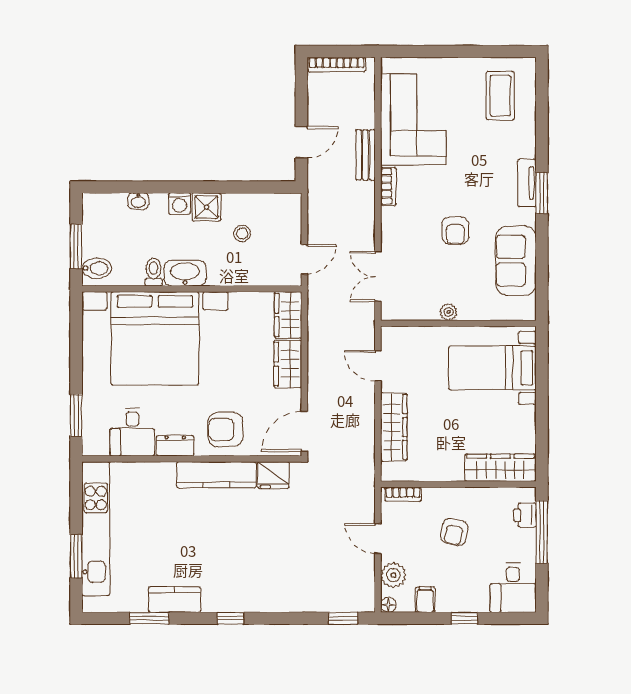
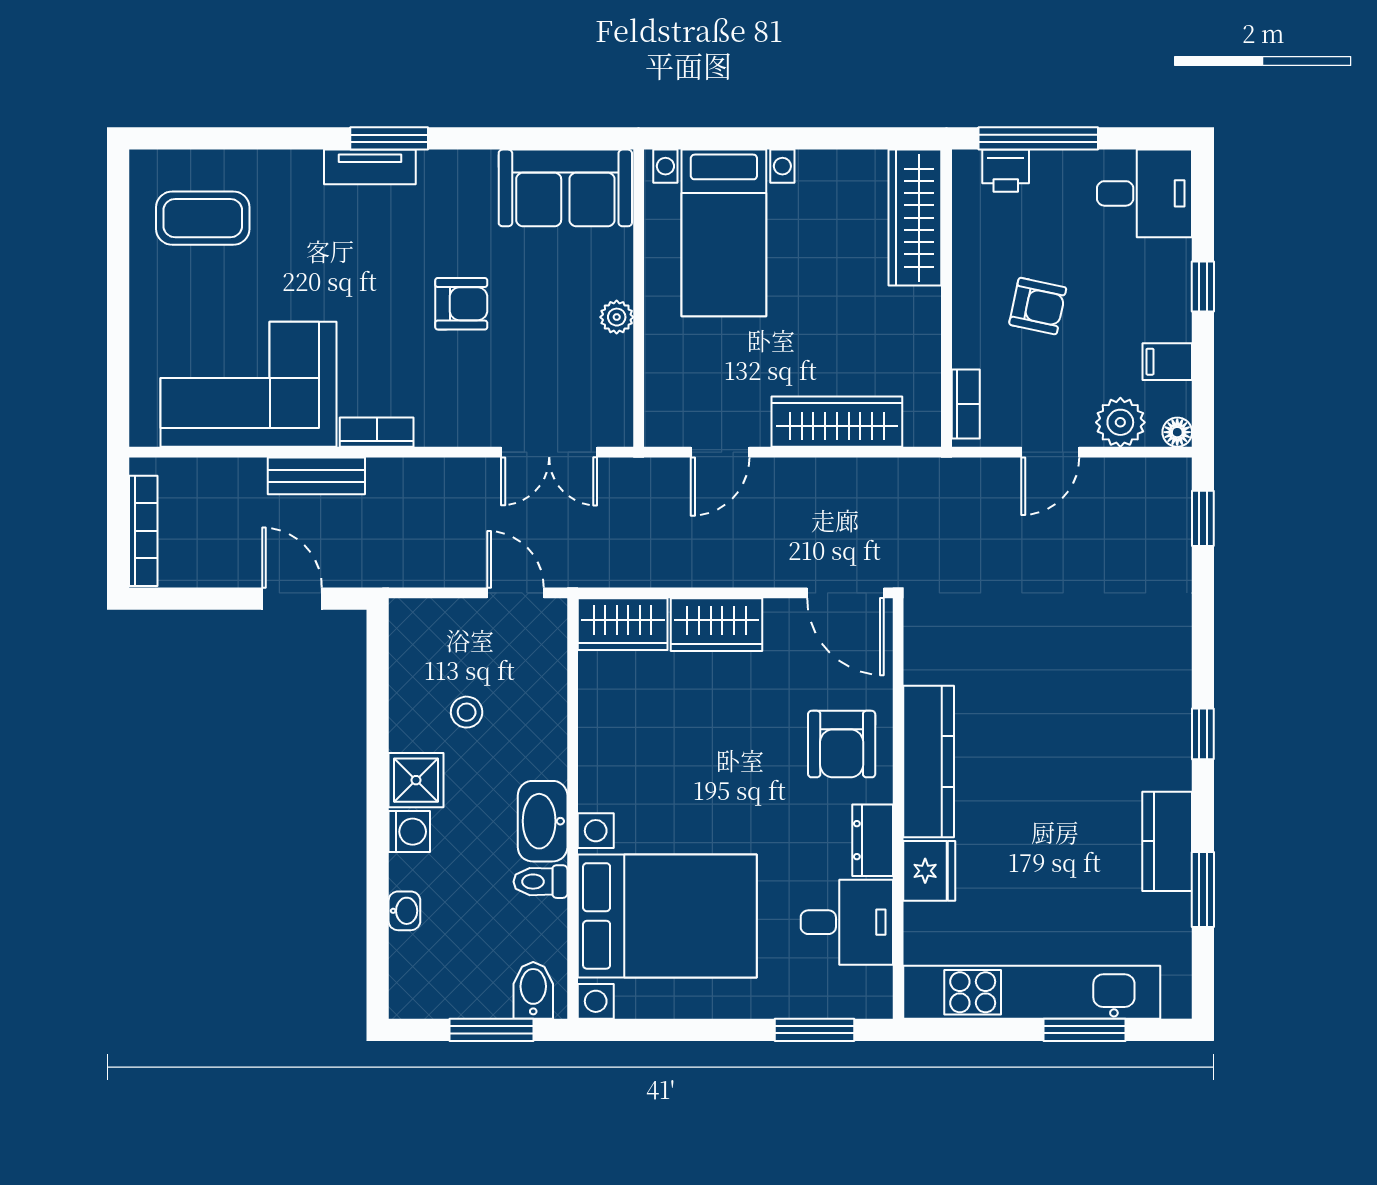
sofa: (516, 261) -> (565, 188), moved
bed with nightstands: (155, 338) -> (667, 916), width x0.73
fridge: (273, 475) -> (929, 871), moved

